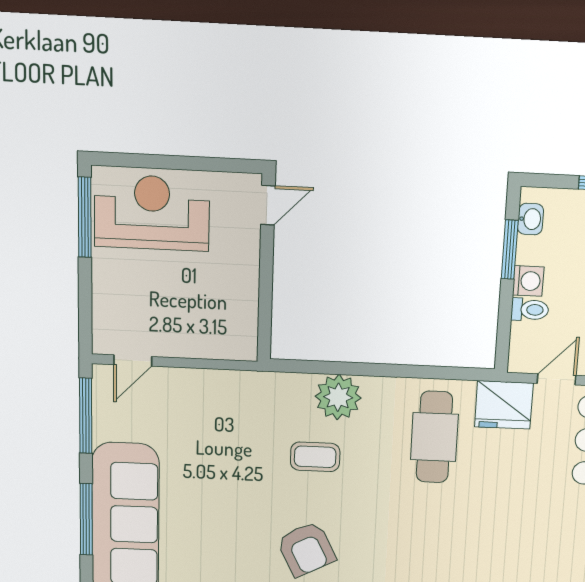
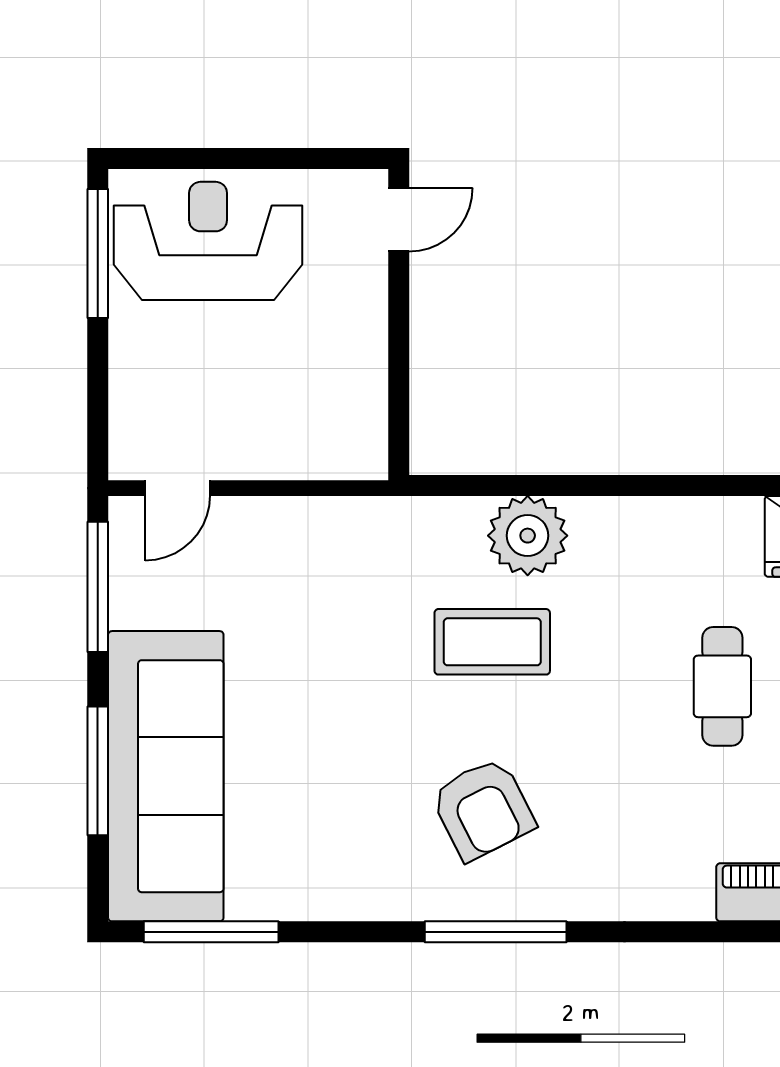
cafe table: (434, 437) -> (722, 686), moved, width x0.73, depth x0.74
coffee table: (315, 457) -> (492, 642), width x1.36, depth x1.30

